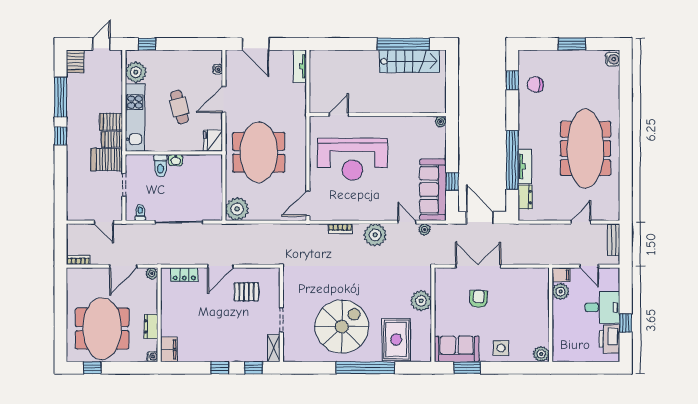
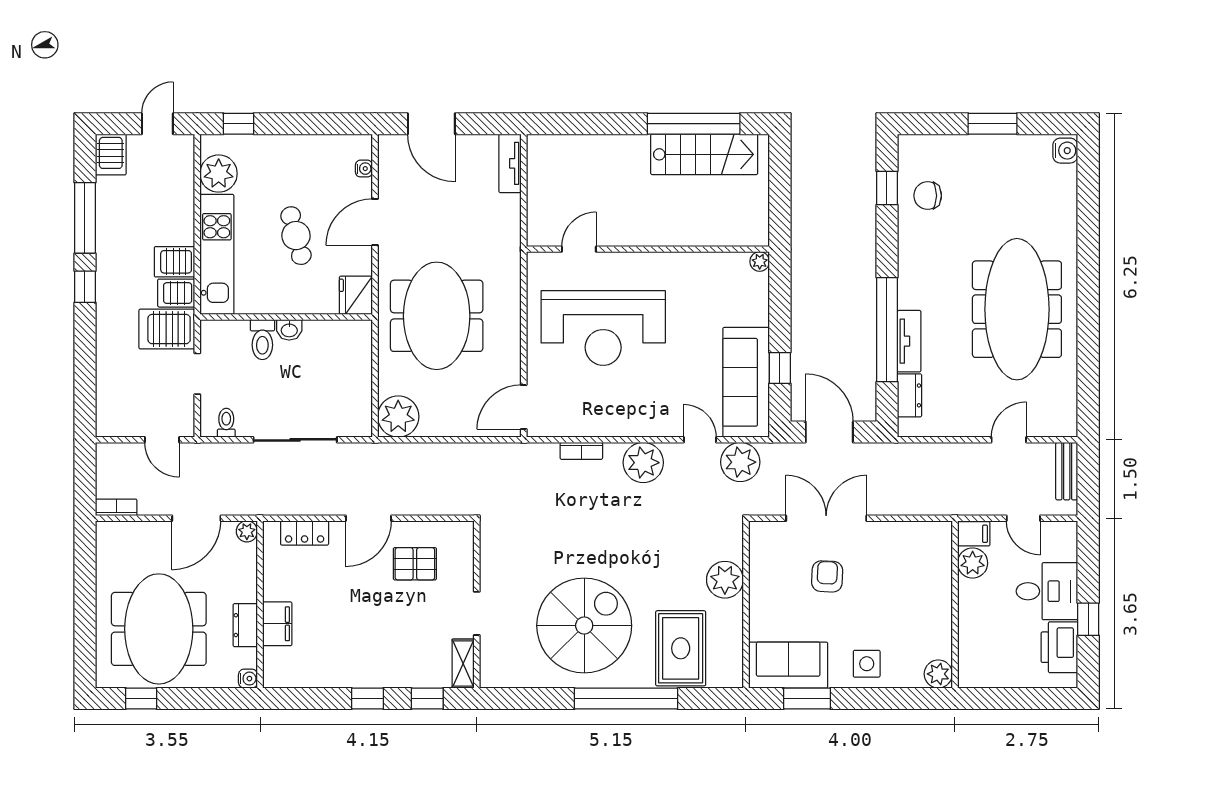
plant: (425, 229) -> (740, 462), width x1.88, depth x1.88
filing cabinet: (169, 350) -> (277, 624), moved

